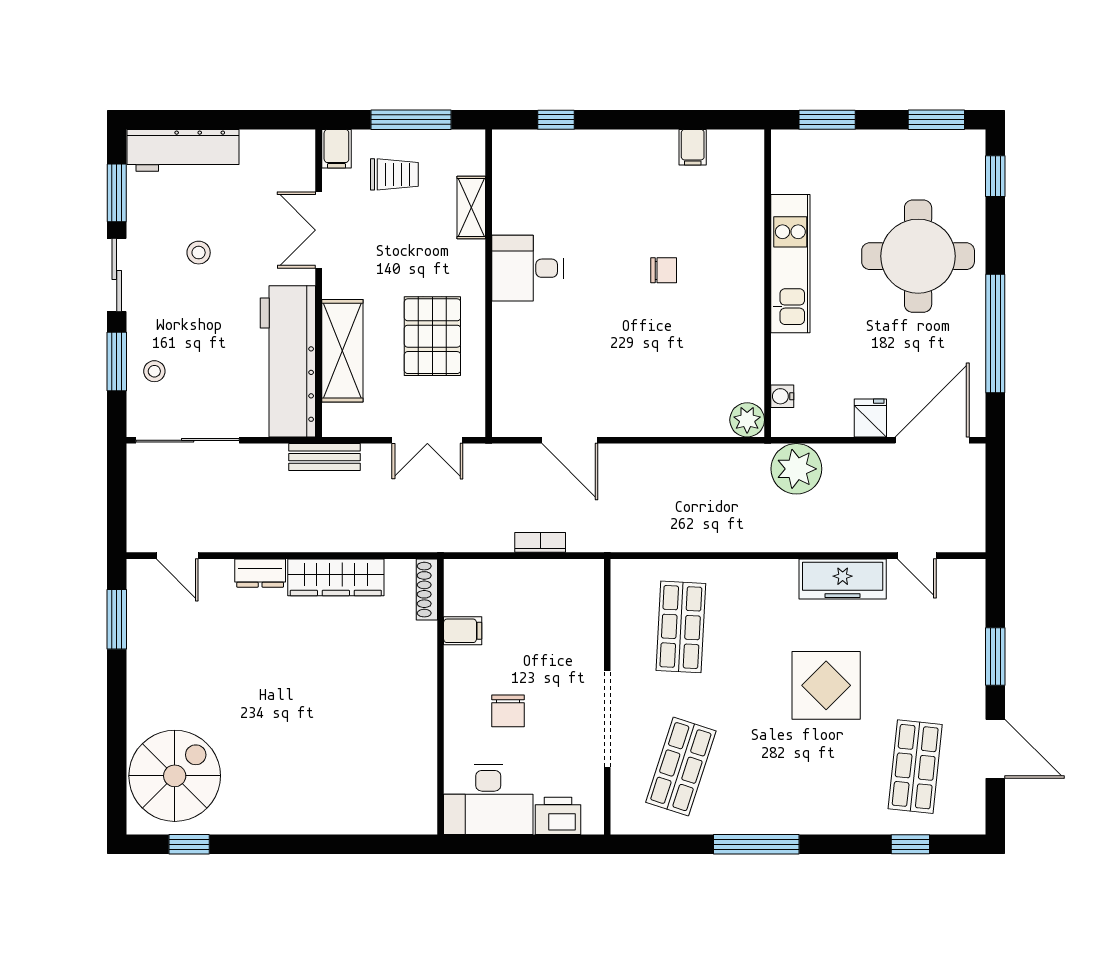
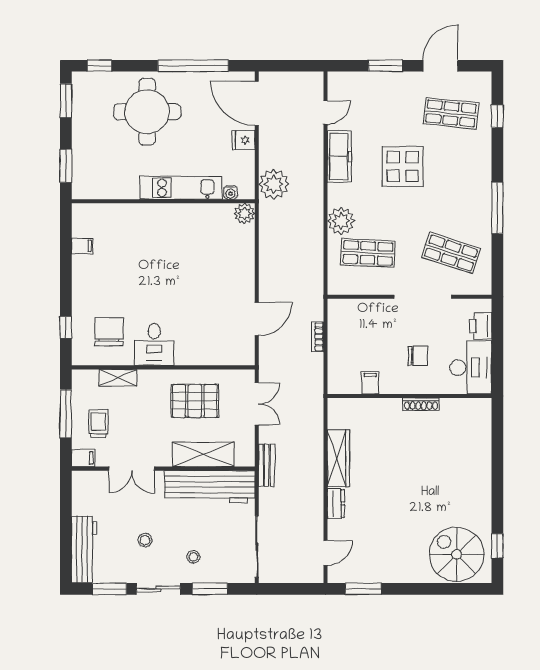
kitchen unit: (790, 264) -> (181, 188), moved
chair: (664, 270) -> (109, 332), moved, width x1.87, depth x1.87
stool: (154, 371) -> (193, 557), moved
plant: (735, 582) -> (341, 221), added
shoe rack: (427, 590) -> (421, 404), moved

